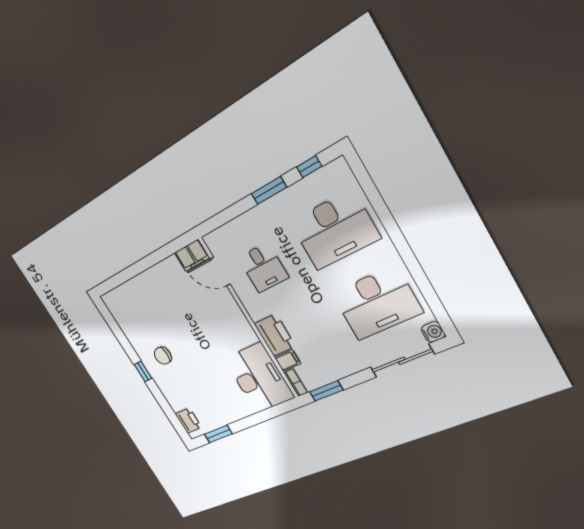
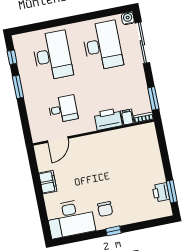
filing cabinet: (192, 255) -> (48, 182), moved
desk: (259, 378) -> (71, 219), moved, turned 180
printer: (188, 421) -> (161, 192), moved, turned -90

